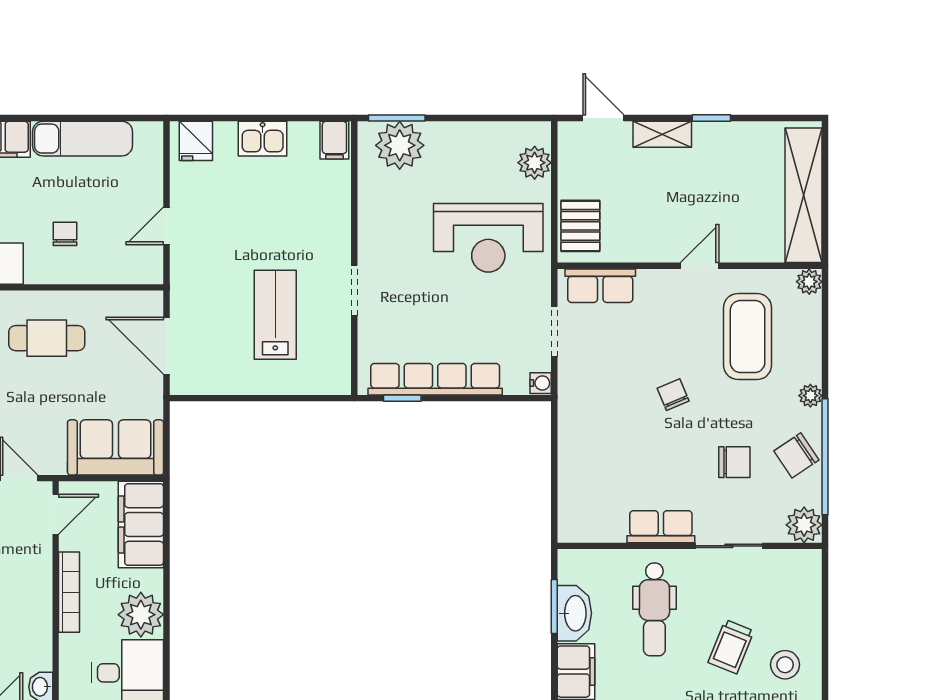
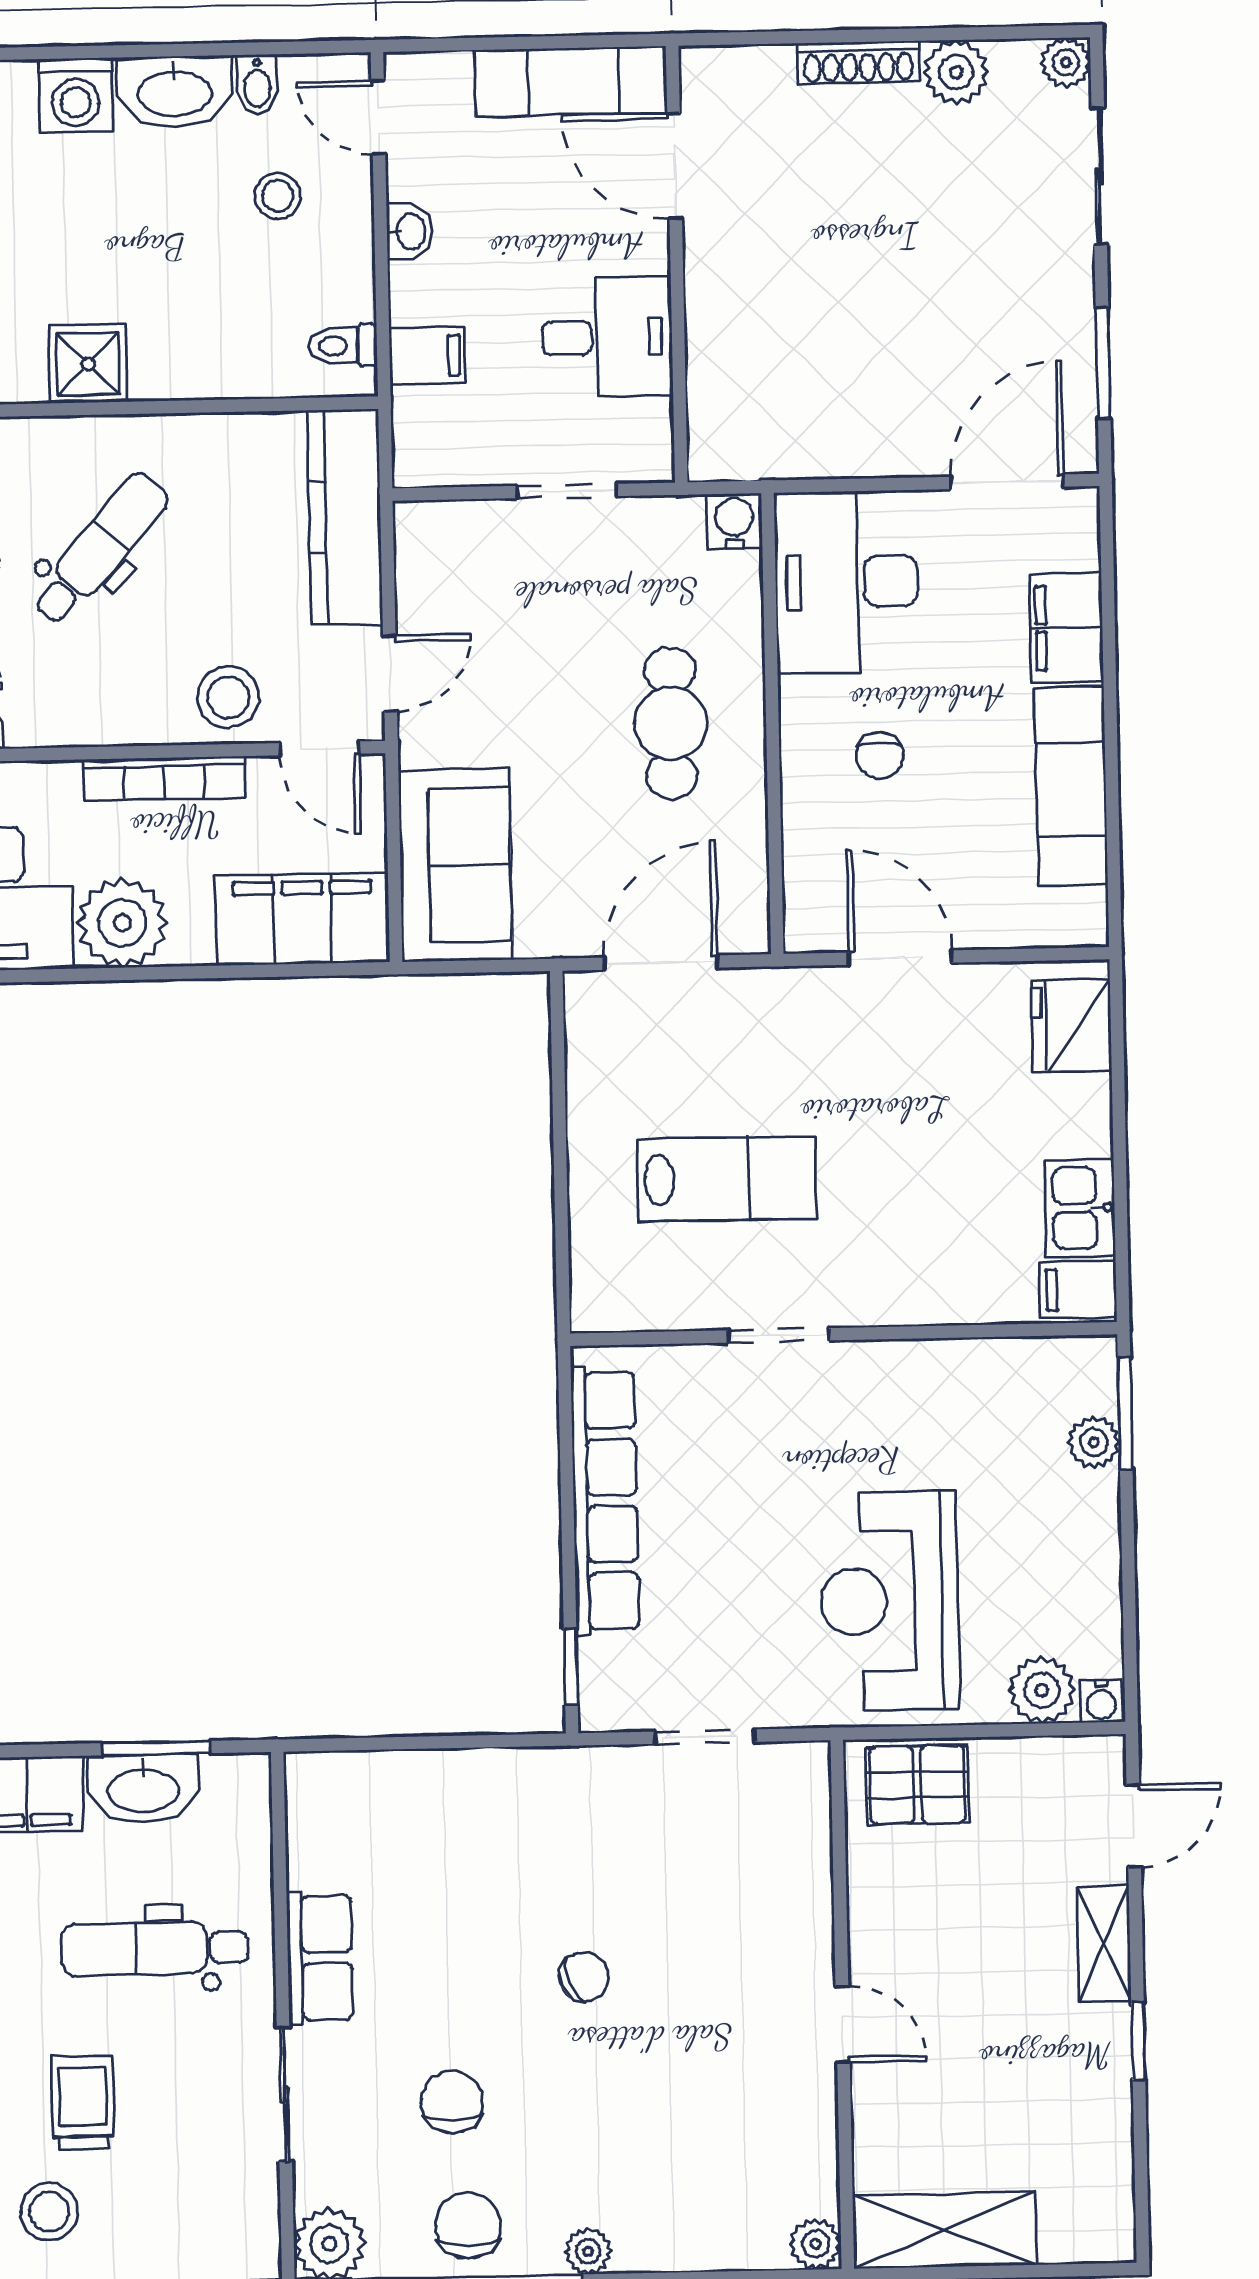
kitchen sink: (263, 139) -> (1080, 1208), moved
fridge: (196, 141) -> (1071, 1026), width x1.38
plant: (400, 145) -> (1094, 1442), width x0.53, depth x0.53
shelving: (804, 195) -> (945, 2230), width x0.68
door: (166, 226) -> (900, 958), width x1.38
chair: (65, 234) -> (880, 755), turned 90
row of seats: (600, 286) -> (799, 1827), removed
coffee table: (748, 336) -> (703, 2123), removed
water cooler: (541, 383) -> (1101, 1701), moved
window: (402, 398) -> (571, 1667), moved
chair: (796, 455) -> (468, 2226), turned 34
chair: (734, 462) -> (452, 2102), turned 180
stool: (29, 559) -> (228, 697), added
trolley: (731, 647) -> (83, 2103), turned 68

